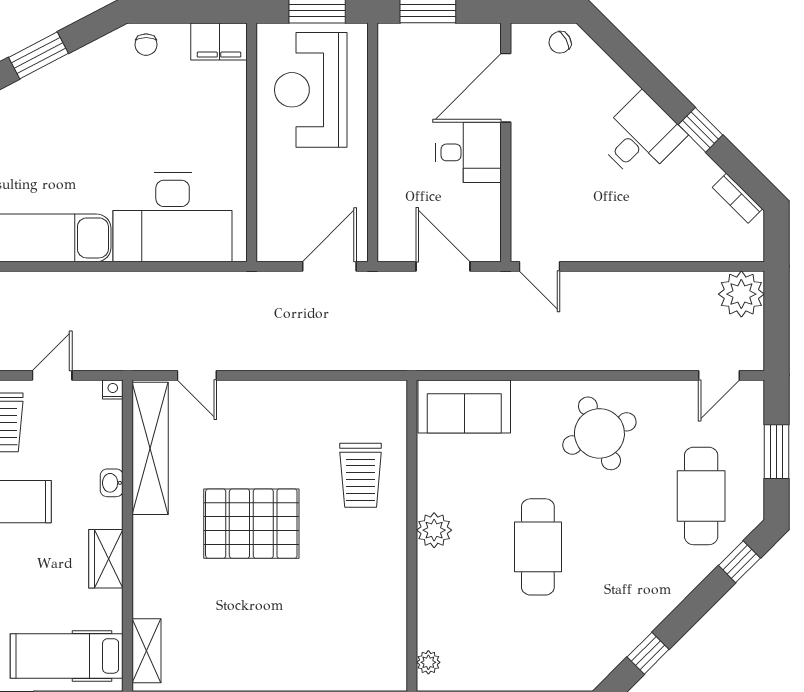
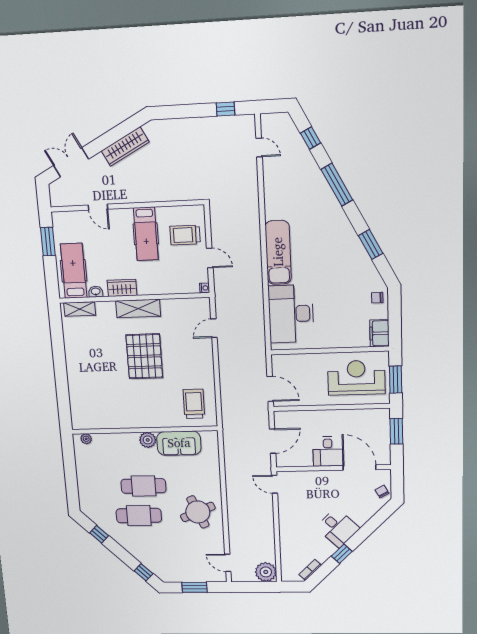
door: (539, 266) -> (275, 484), hinge flipped
sofa: (464, 406) -> (179, 443), moved, turned -90
shelving: (150, 448) -> (138, 309), moved, width x0.68
trolley: (361, 475) -> (194, 404), moved, turned 90
washbasin: (112, 483) -> (96, 292), moved
cafe table: (701, 496) -> (139, 516), moved

